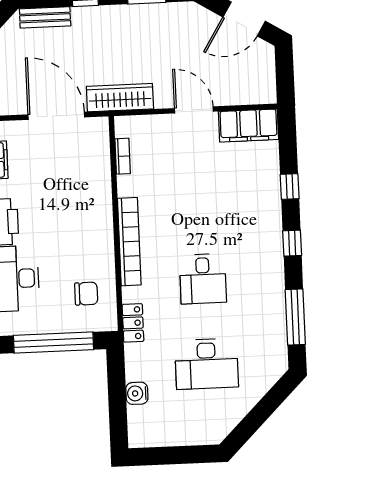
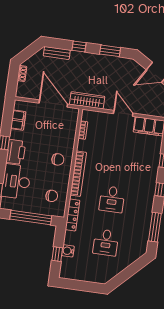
chair: (85, 222) -> (58, 159), added
locker: (133, 323) -> (73, 215), width x1.53
desk: (207, 364) -> (106, 242), width x0.73
window: (117, 403) -> (57, 254), added

